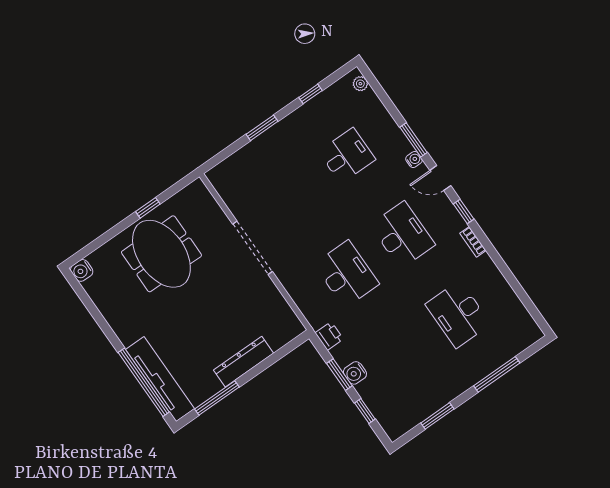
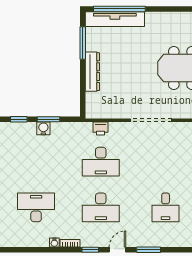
water cooler: (414, 160) -> (54, 243), moved
printer: (329, 336) -> (100, 128), moved

